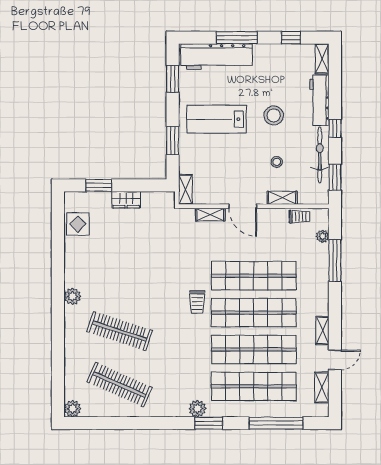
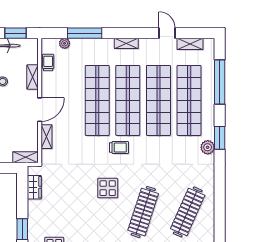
wardrobe: (126, 200) -> (34, 187), moved
display table: (148, 288) -> (108, 188), added
shelving: (322, 330) -> (126, 43), moved

